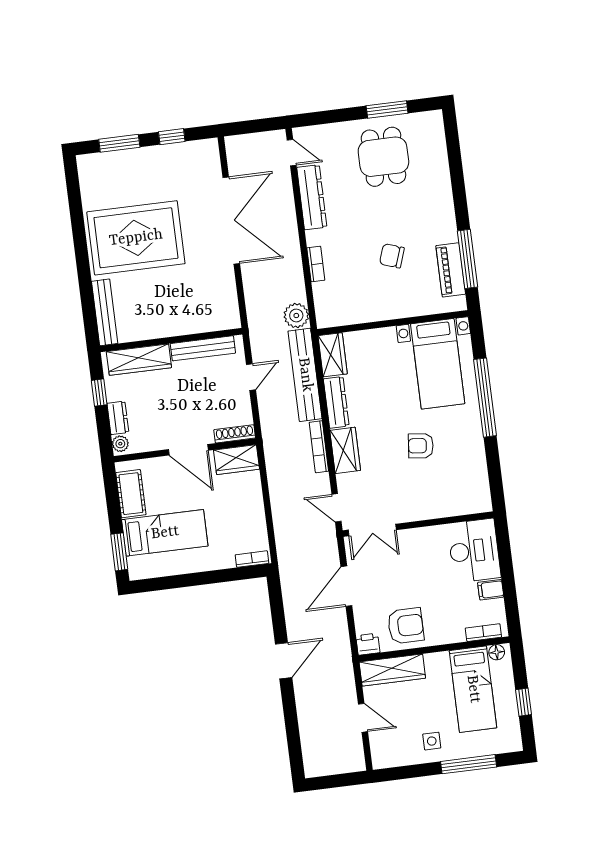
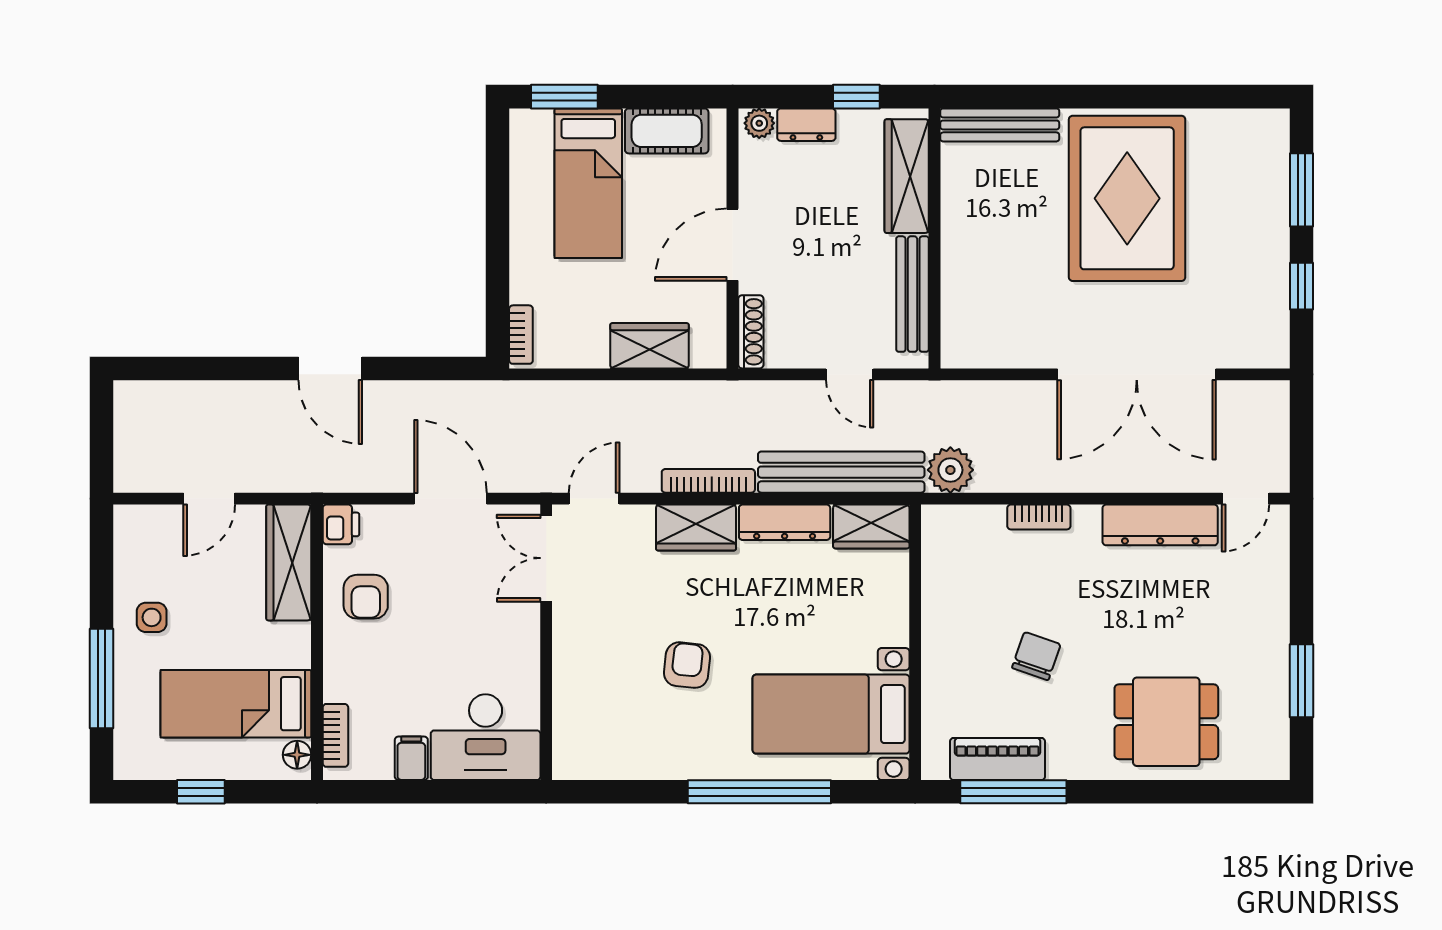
dining table: (383, 157) -> (1166, 722), moved
wardrobe: (236, 460) -> (650, 346), moved, turned 90
armchair: (406, 626) -> (366, 597), width x0.72, depth x0.72

